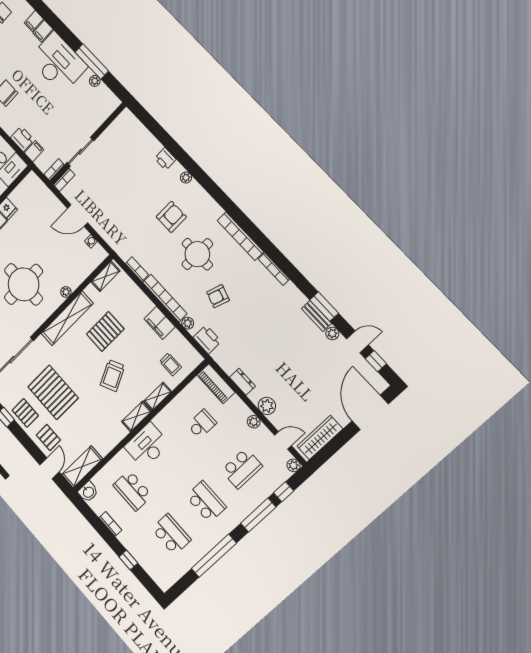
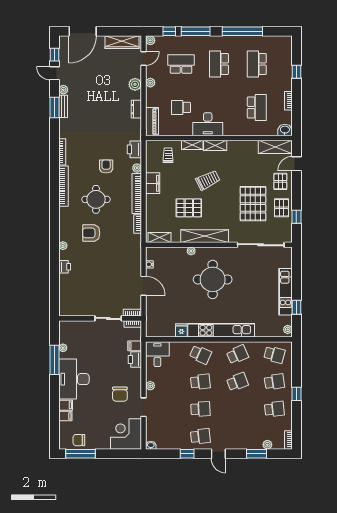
armchair: (218, 296) -> (106, 166), turned -108
door: (283, 440) -> (144, 58), swing flipped
desk: (147, 445) -> (208, 124), moved

